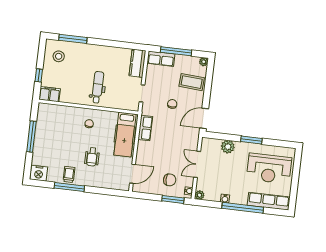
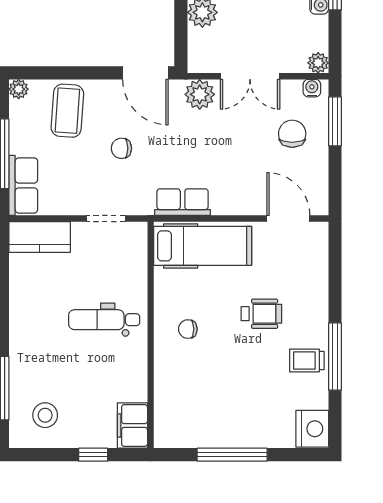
plant: (192, 141) -> (200, 94), added

